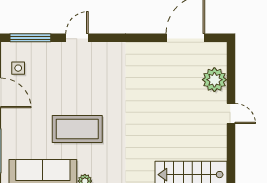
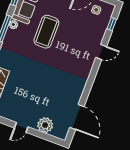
window: (30, 38) -> (112, 24), width x0.46
door: (77, 38) -> (101, 52), hinge flipped

